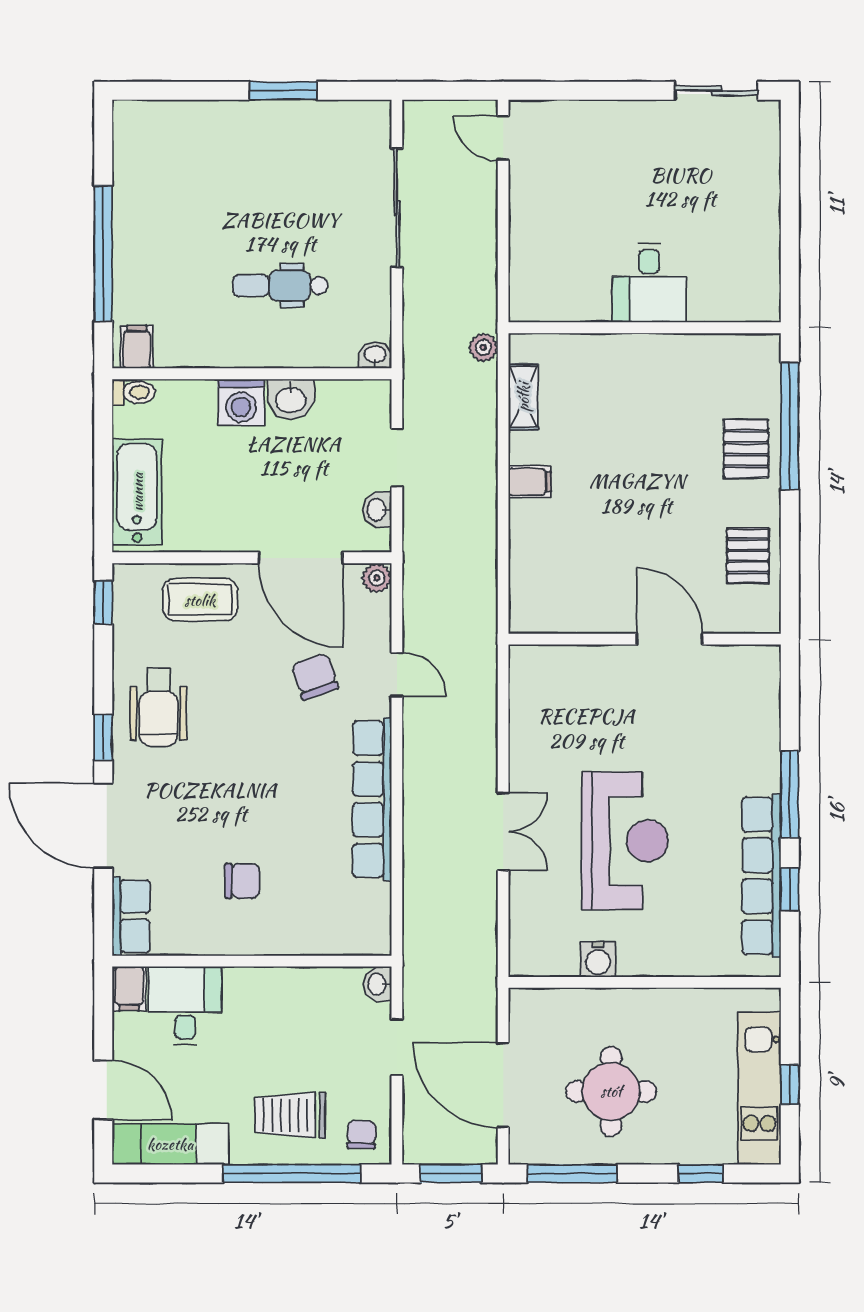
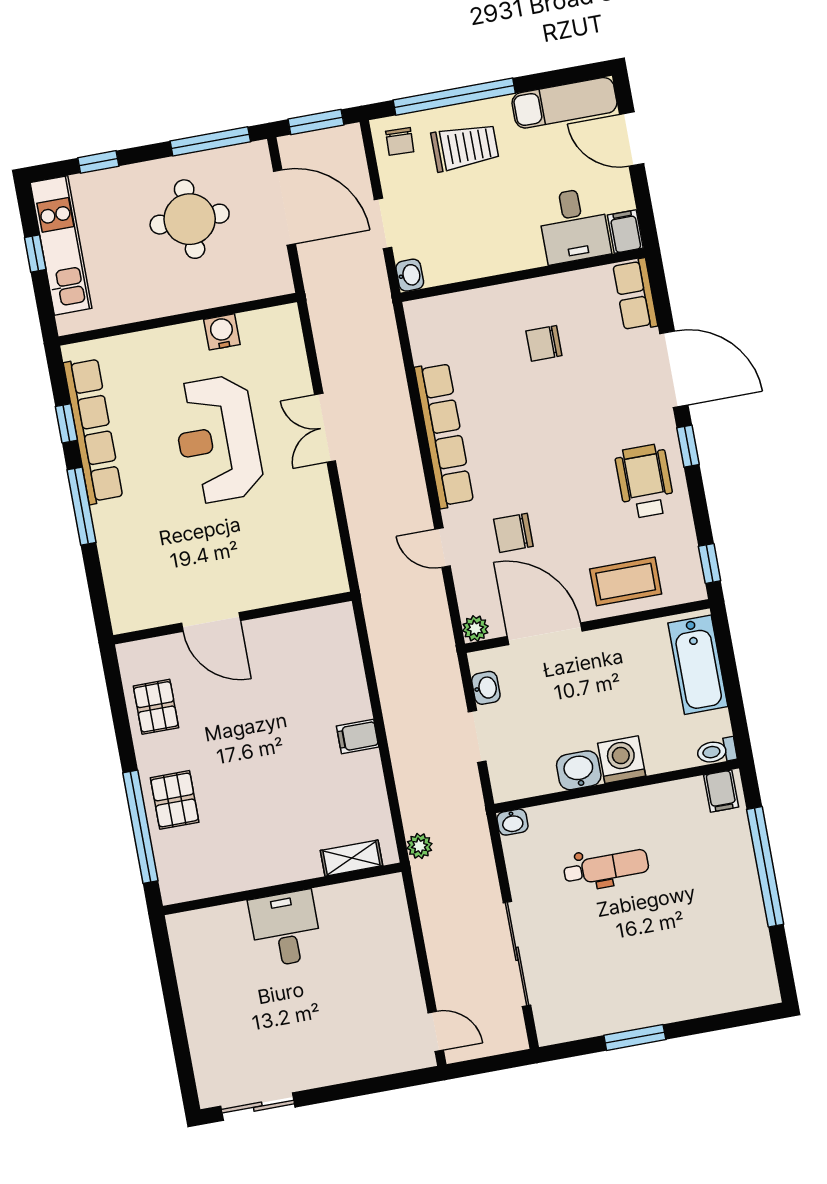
shelving: (523, 397) -> (352, 858), moved, turned 90
chair: (315, 676) -> (513, 533), turned 109

